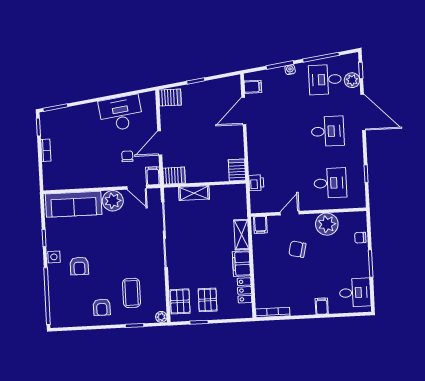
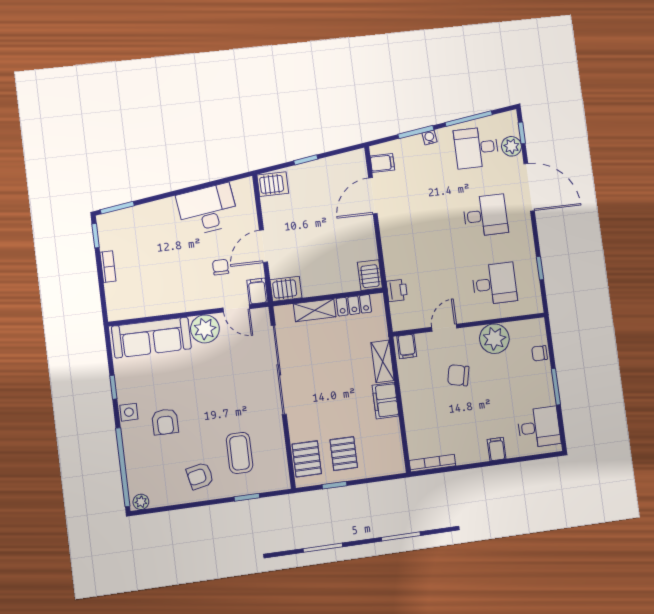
locker: (244, 290) -> (354, 305), moved, turned -90
armchair: (102, 307) -> (200, 476), turned 78
plant: (161, 317) -> (141, 502), moved

